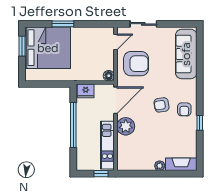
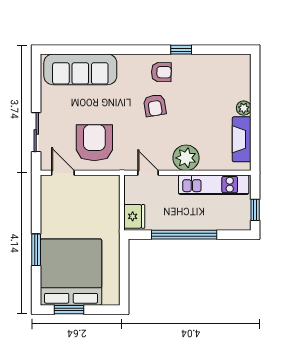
floor lamp: (109, 76) -> (112, 183), removed
door: (115, 100) -> (148, 173), width x0.53
fireplace: (181, 164) -> (242, 139), moved
window: (101, 174) -> (255, 210), moved

